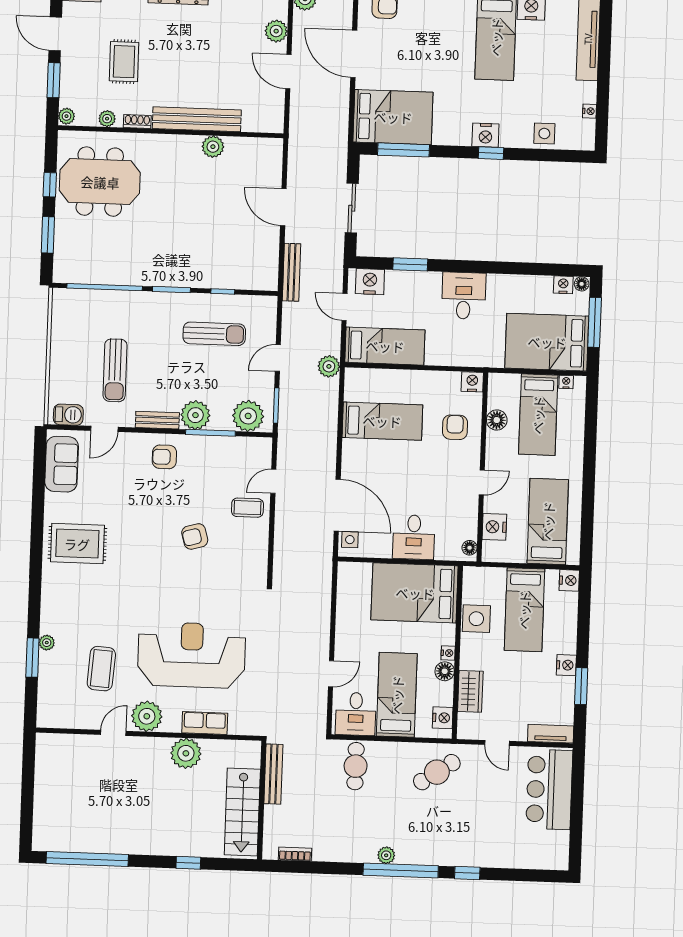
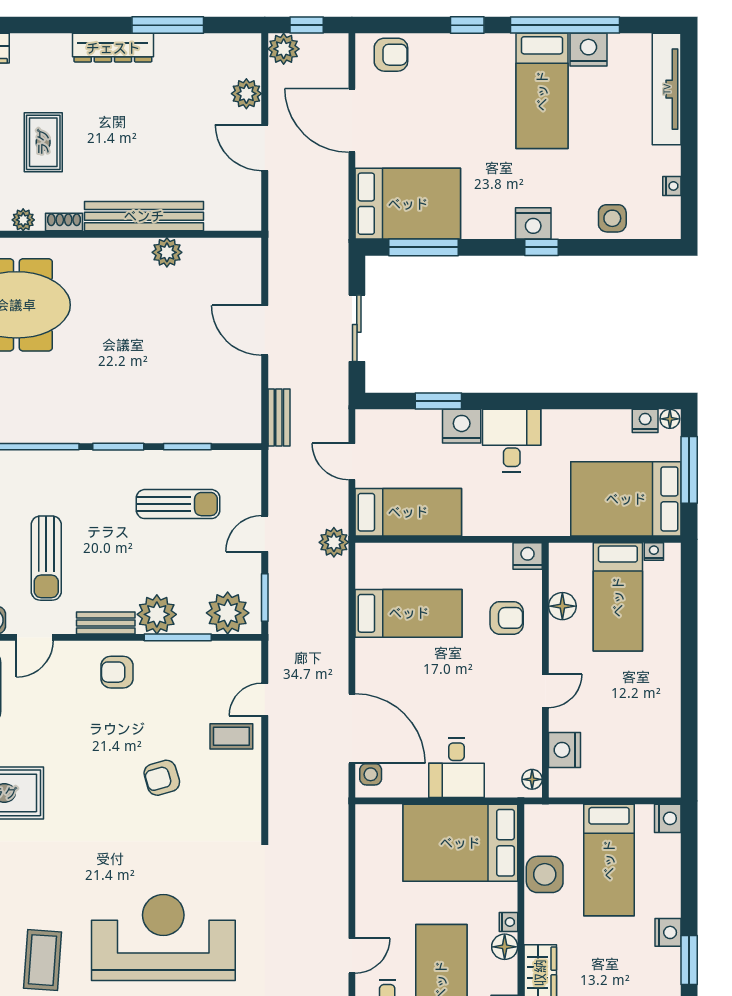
bench: (291, 272) -> (279, 417), width x0.73
nightstand: (370, 282) -> (462, 426), moved
window: (223, 291) -> (187, 447), width x1.50
armchair: (455, 427) -> (507, 618), turned 90
bed: (548, 521) -> (636, 740), removed

